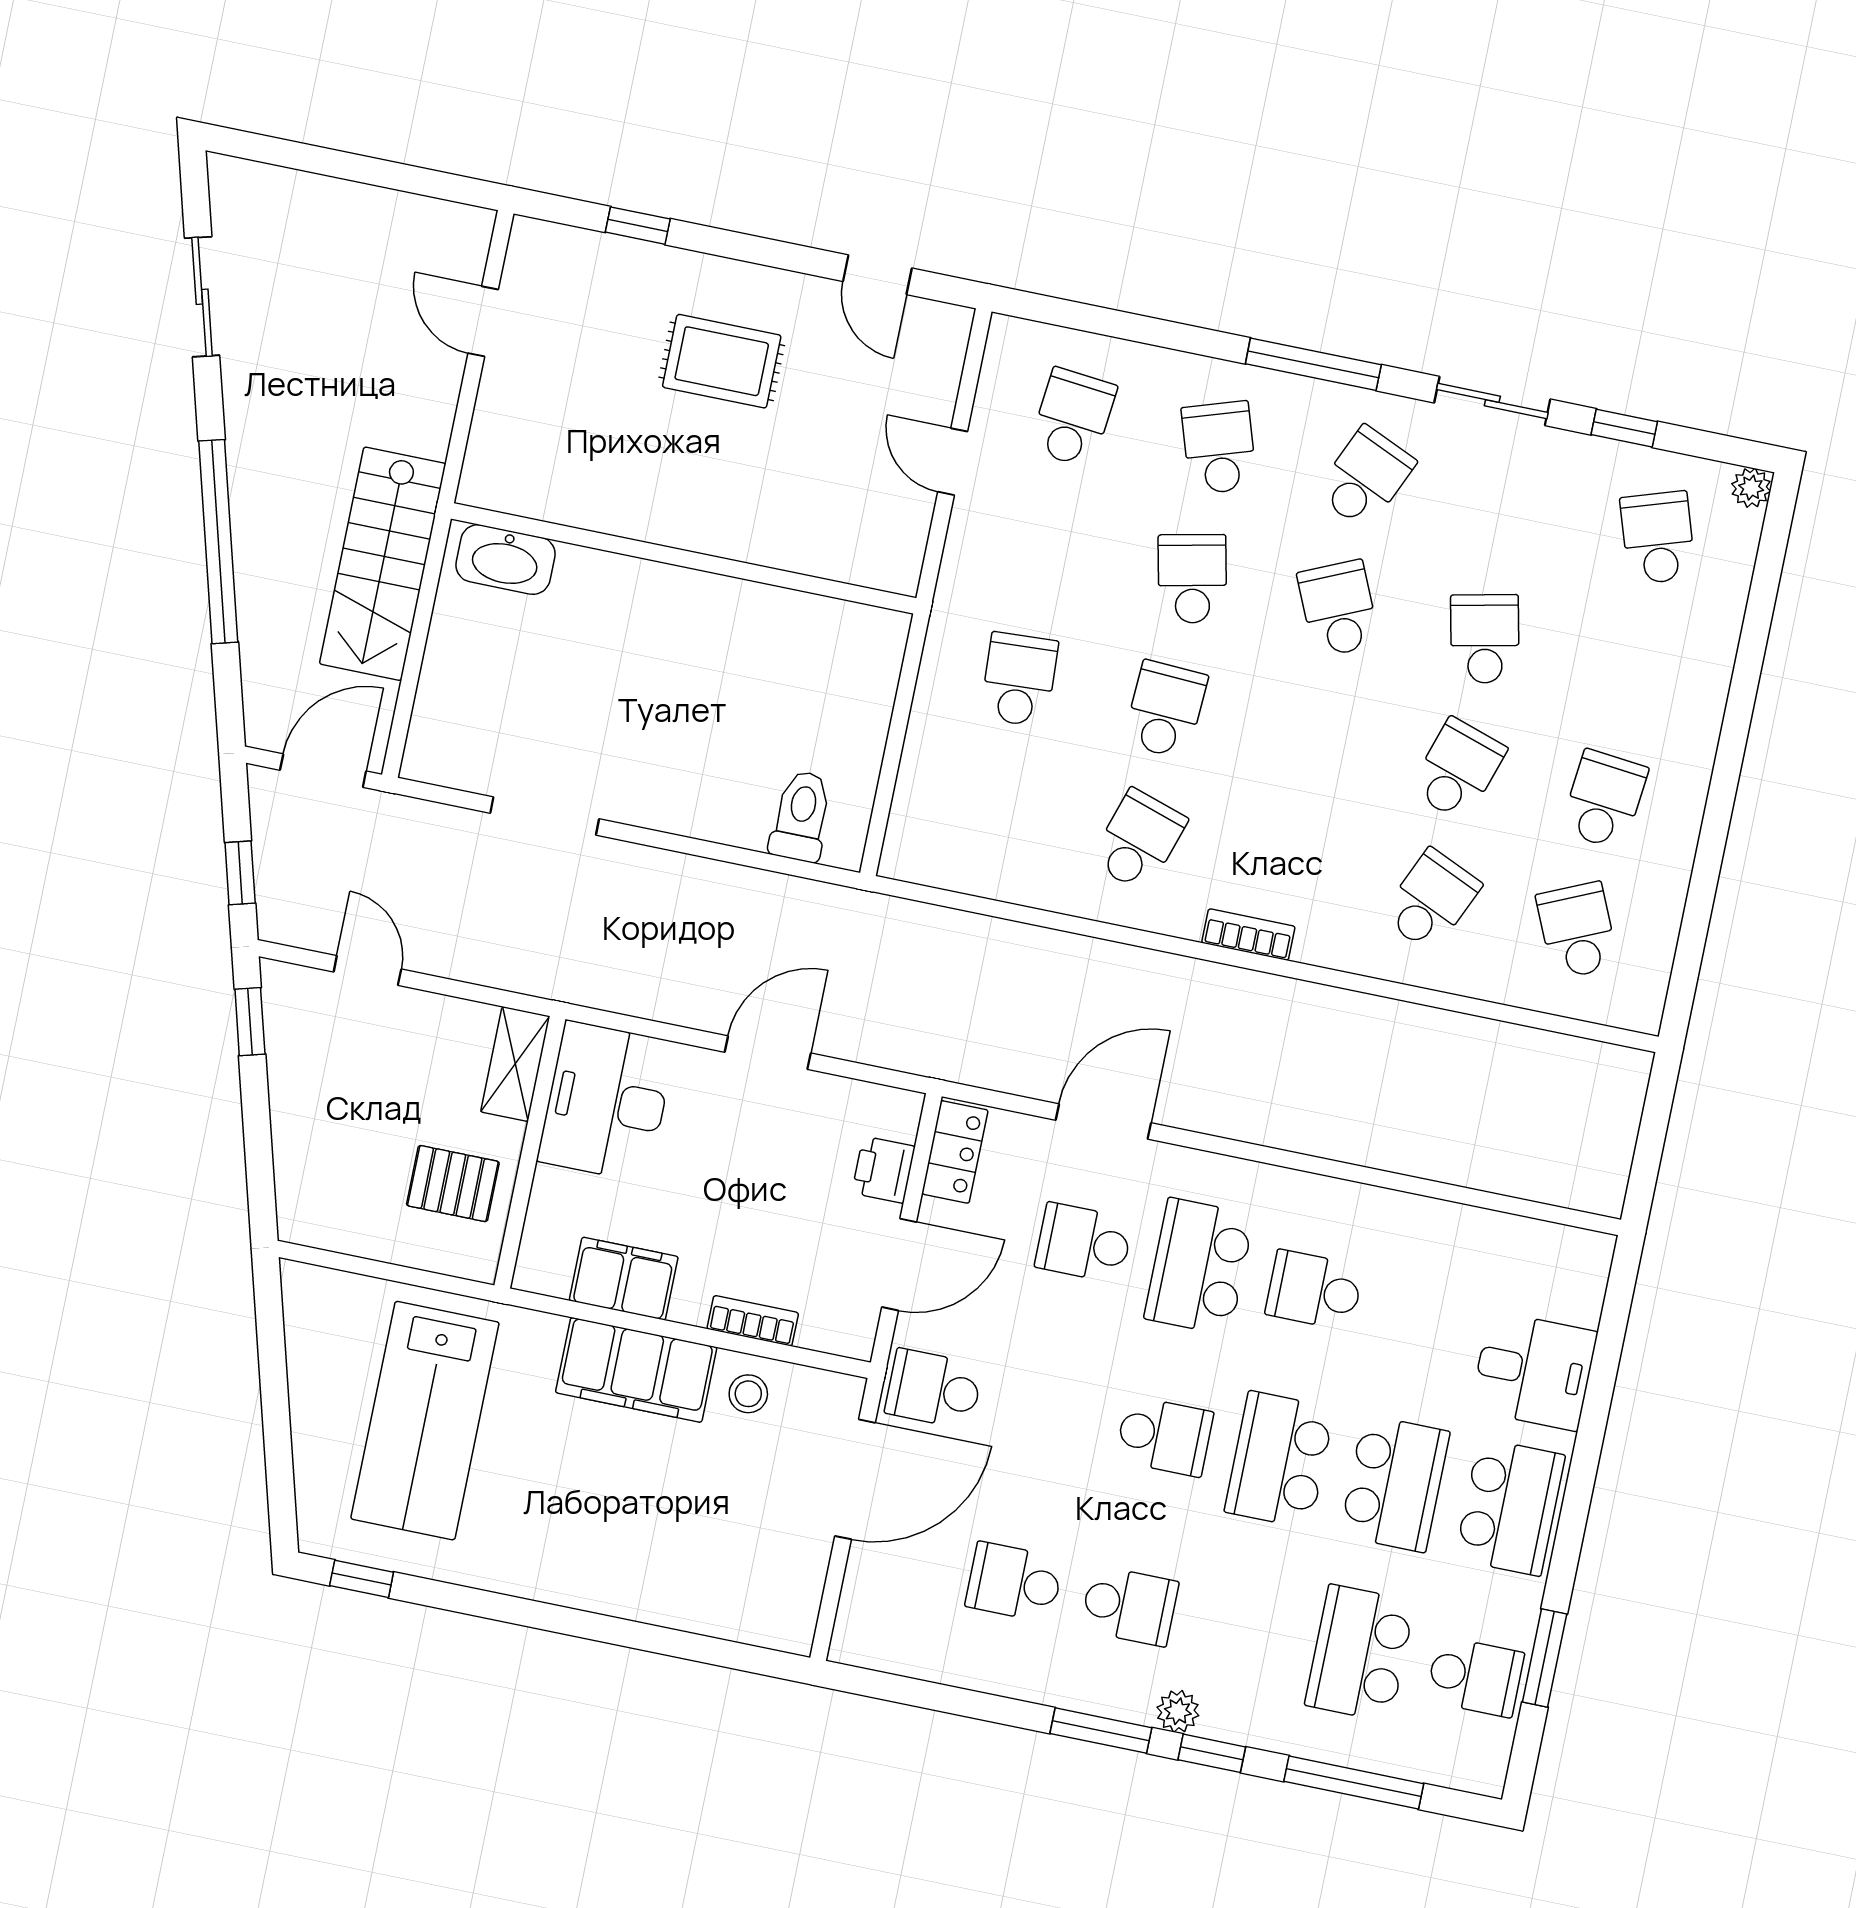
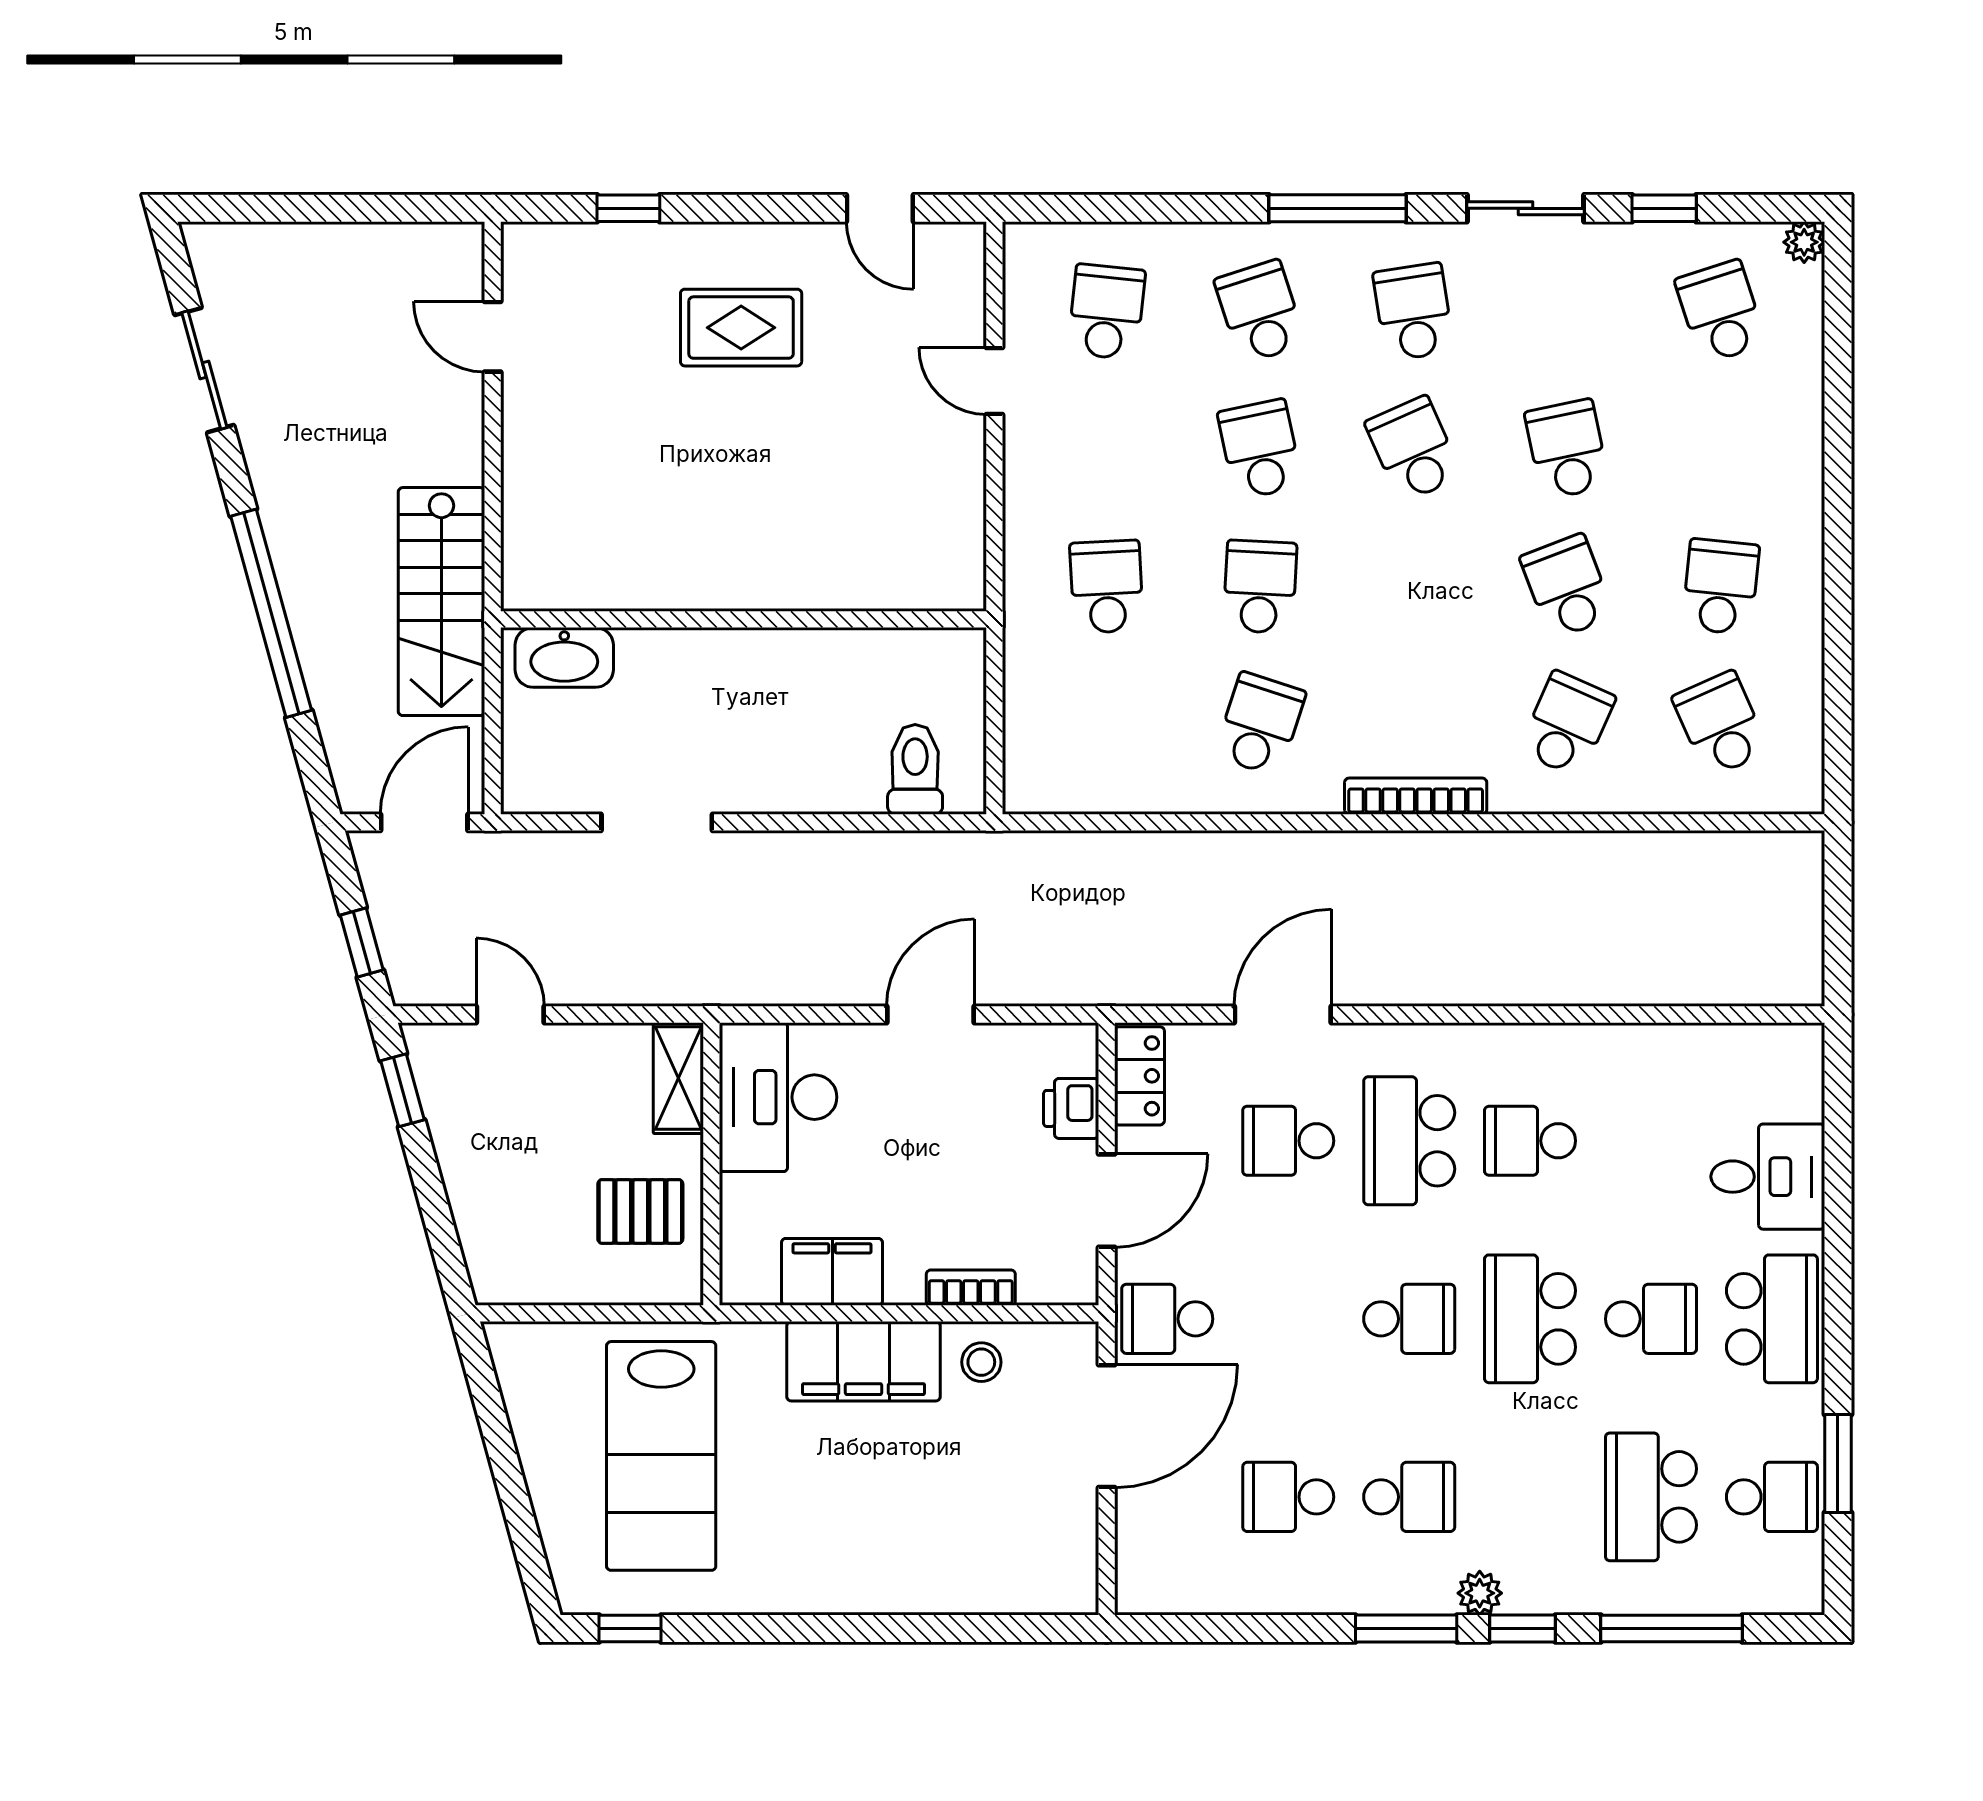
school desk: (1365, 478) -> (1414, 312), turned -33
wall: (684, 558) -> (743, 619), moved
washbasin: (505, 559) -> (564, 657), moved
school desk: (1458, 770) -> (1567, 587), turned -39
bookcase: (1248, 935) -> (1416, 796), width x1.56
school desk: (1395, 1483) -> (1651, 1319), width x0.54

